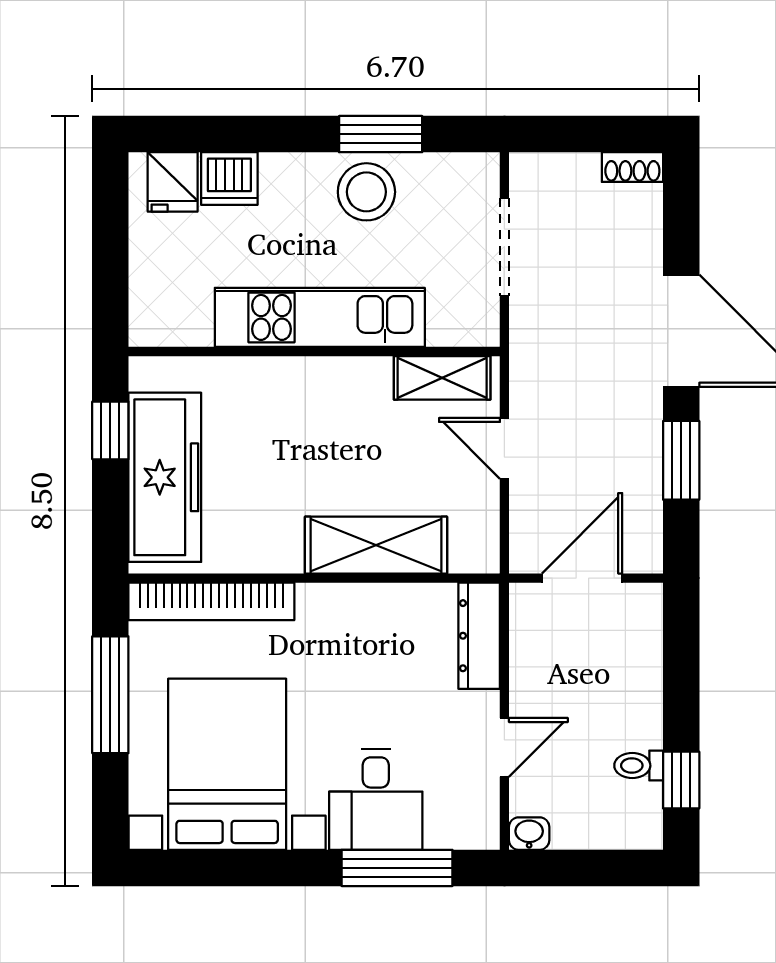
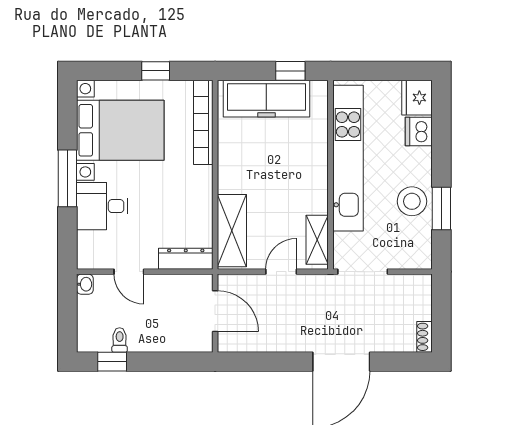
fridge: (173, 182) -> (417, 98), width x1.38
doorway: (504, 247) -> (363, 272), moved
kitchen unit: (320, 317) -> (348, 158), width x1.36
window: (681, 460) -> (275, 362), removed
shelving: (376, 545) -> (232, 231), moved
window: (110, 695) -> (156, 71), width x0.46
window: (397, 868) -> (67, 178), moved

